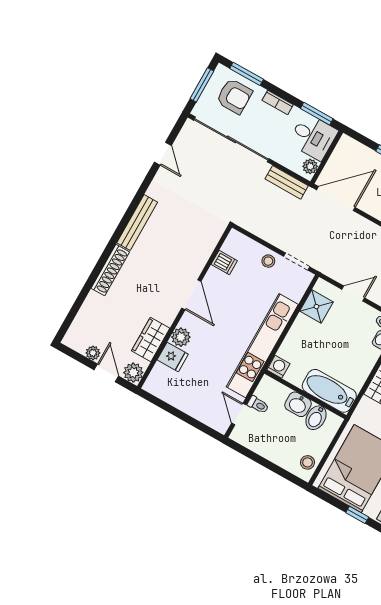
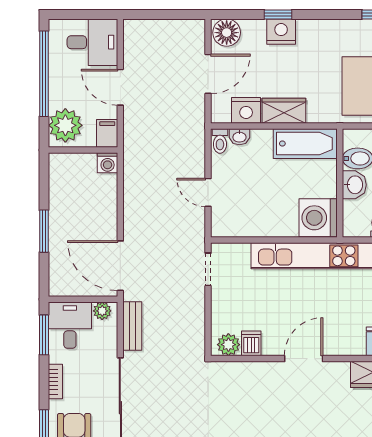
stool: (268, 261) -> (224, 299), removed
shower: (316, 307) -> (243, 223), removed
plant: (181, 337) -> (228, 345), moved
washing machine: (278, 367) -> (318, 218), width x1.89, depth x1.89
bathtub: (329, 391) -> (305, 144), moved, turned -90

